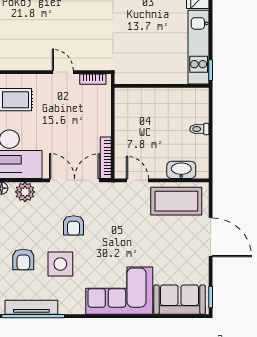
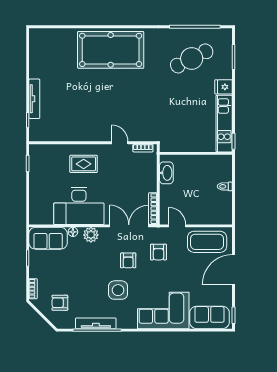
washbasin: (181, 170) -> (166, 173), moved, turned 90
door: (211, 237) -> (233, 270), swing flipped
armchair: (23, 260) -> (158, 252), moved

